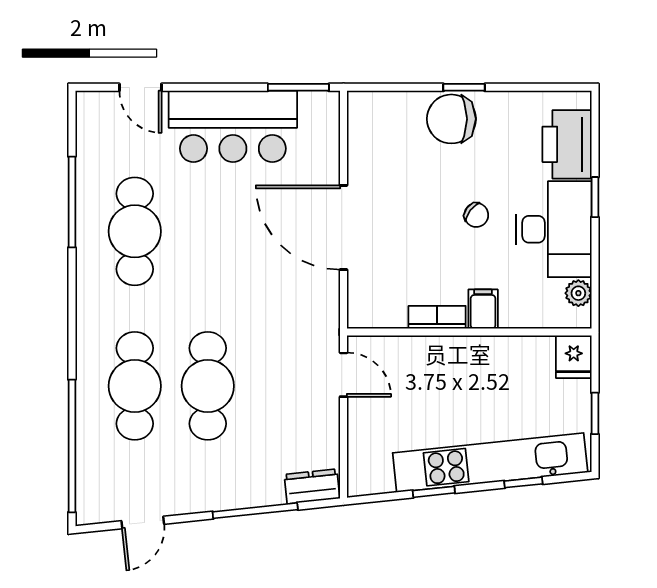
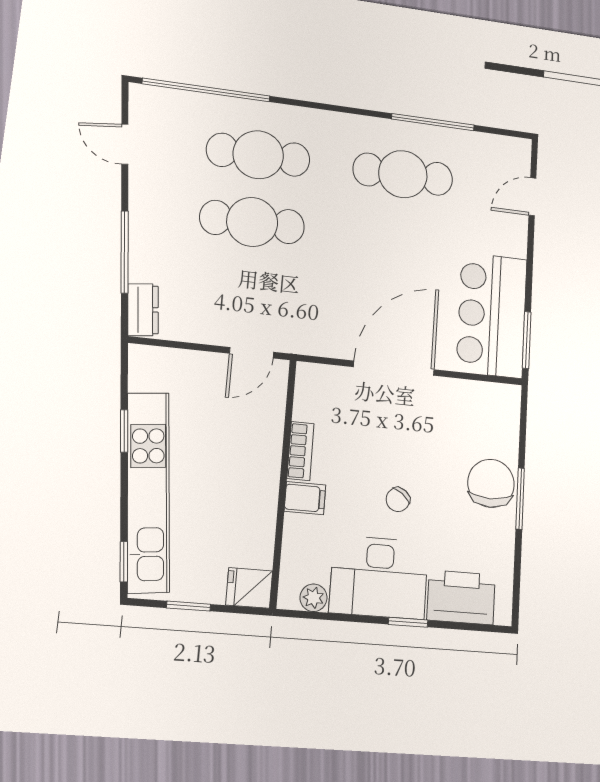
window: (464, 87) -> (520, 499), width x1.50
bar counter: (233, 126) -> (492, 315), moved
window: (523, 482) -> (124, 562), moved

